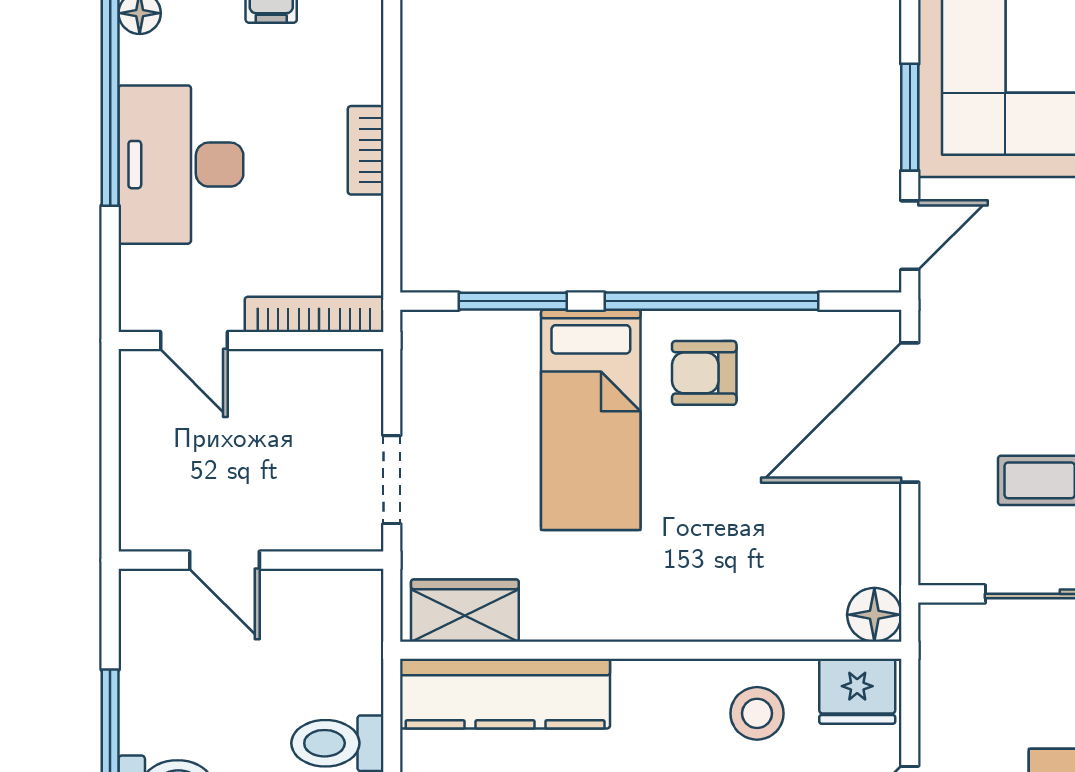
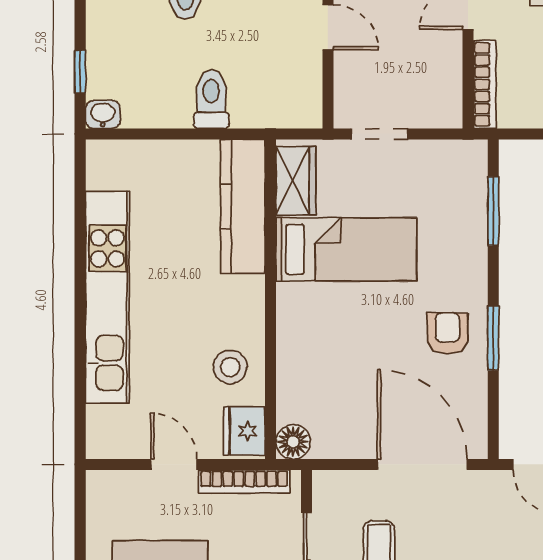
window: (711, 301) -> (493, 338), width x0.47
bed: (591, 420) -> (346, 249), moved, turned 180
door: (225, 560) -> (328, 27), swing flipped
bookcase: (937, 691) -> (244, 482), added

